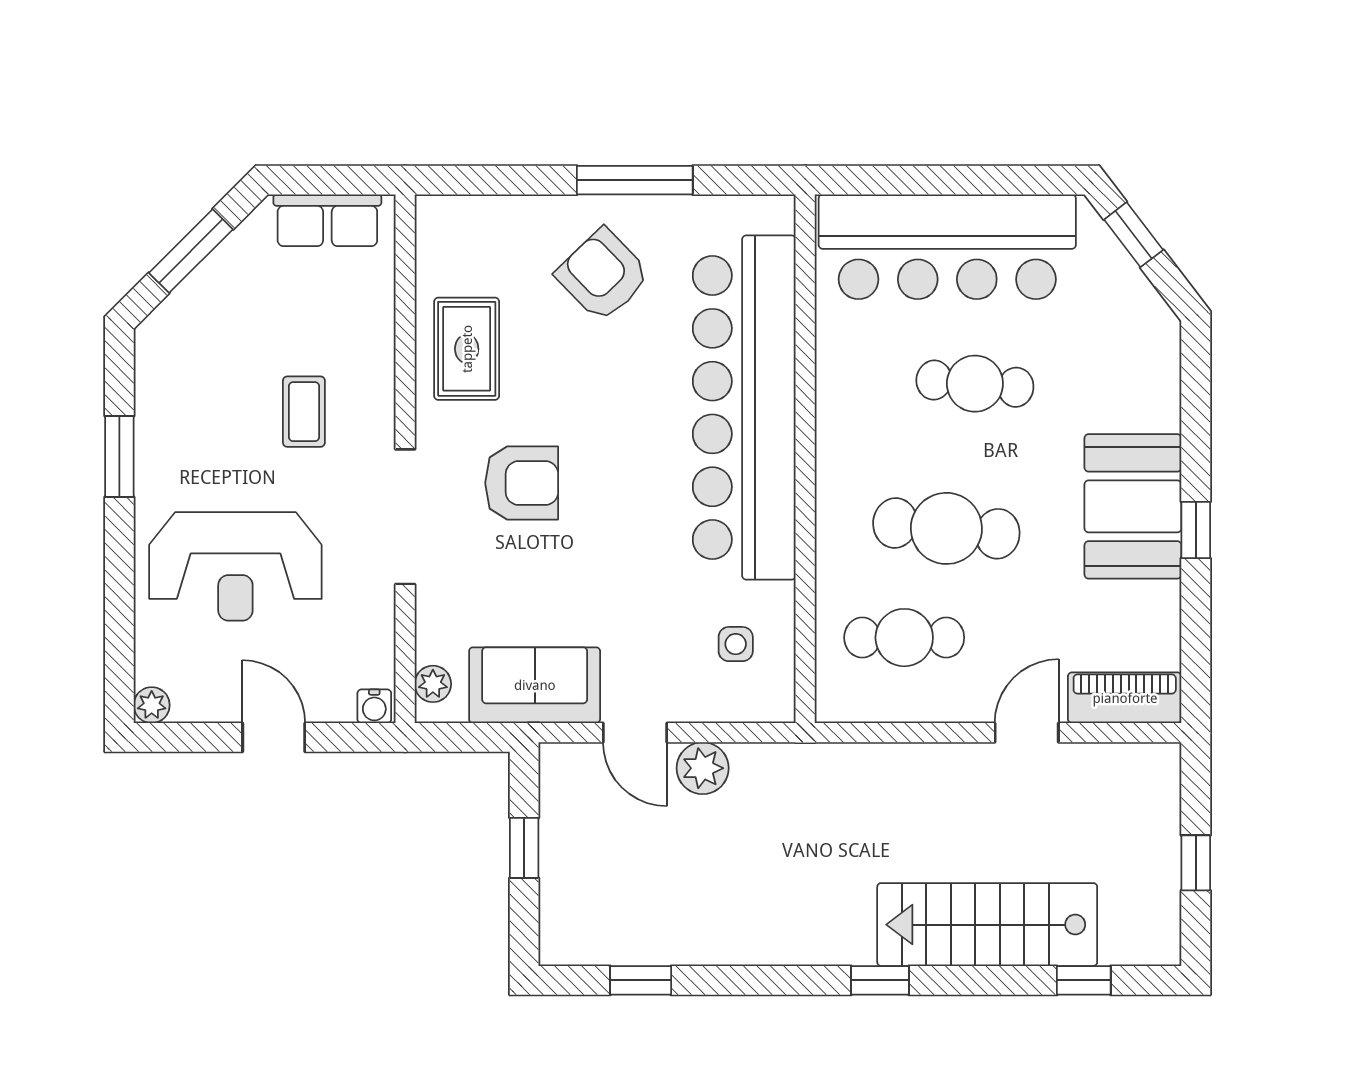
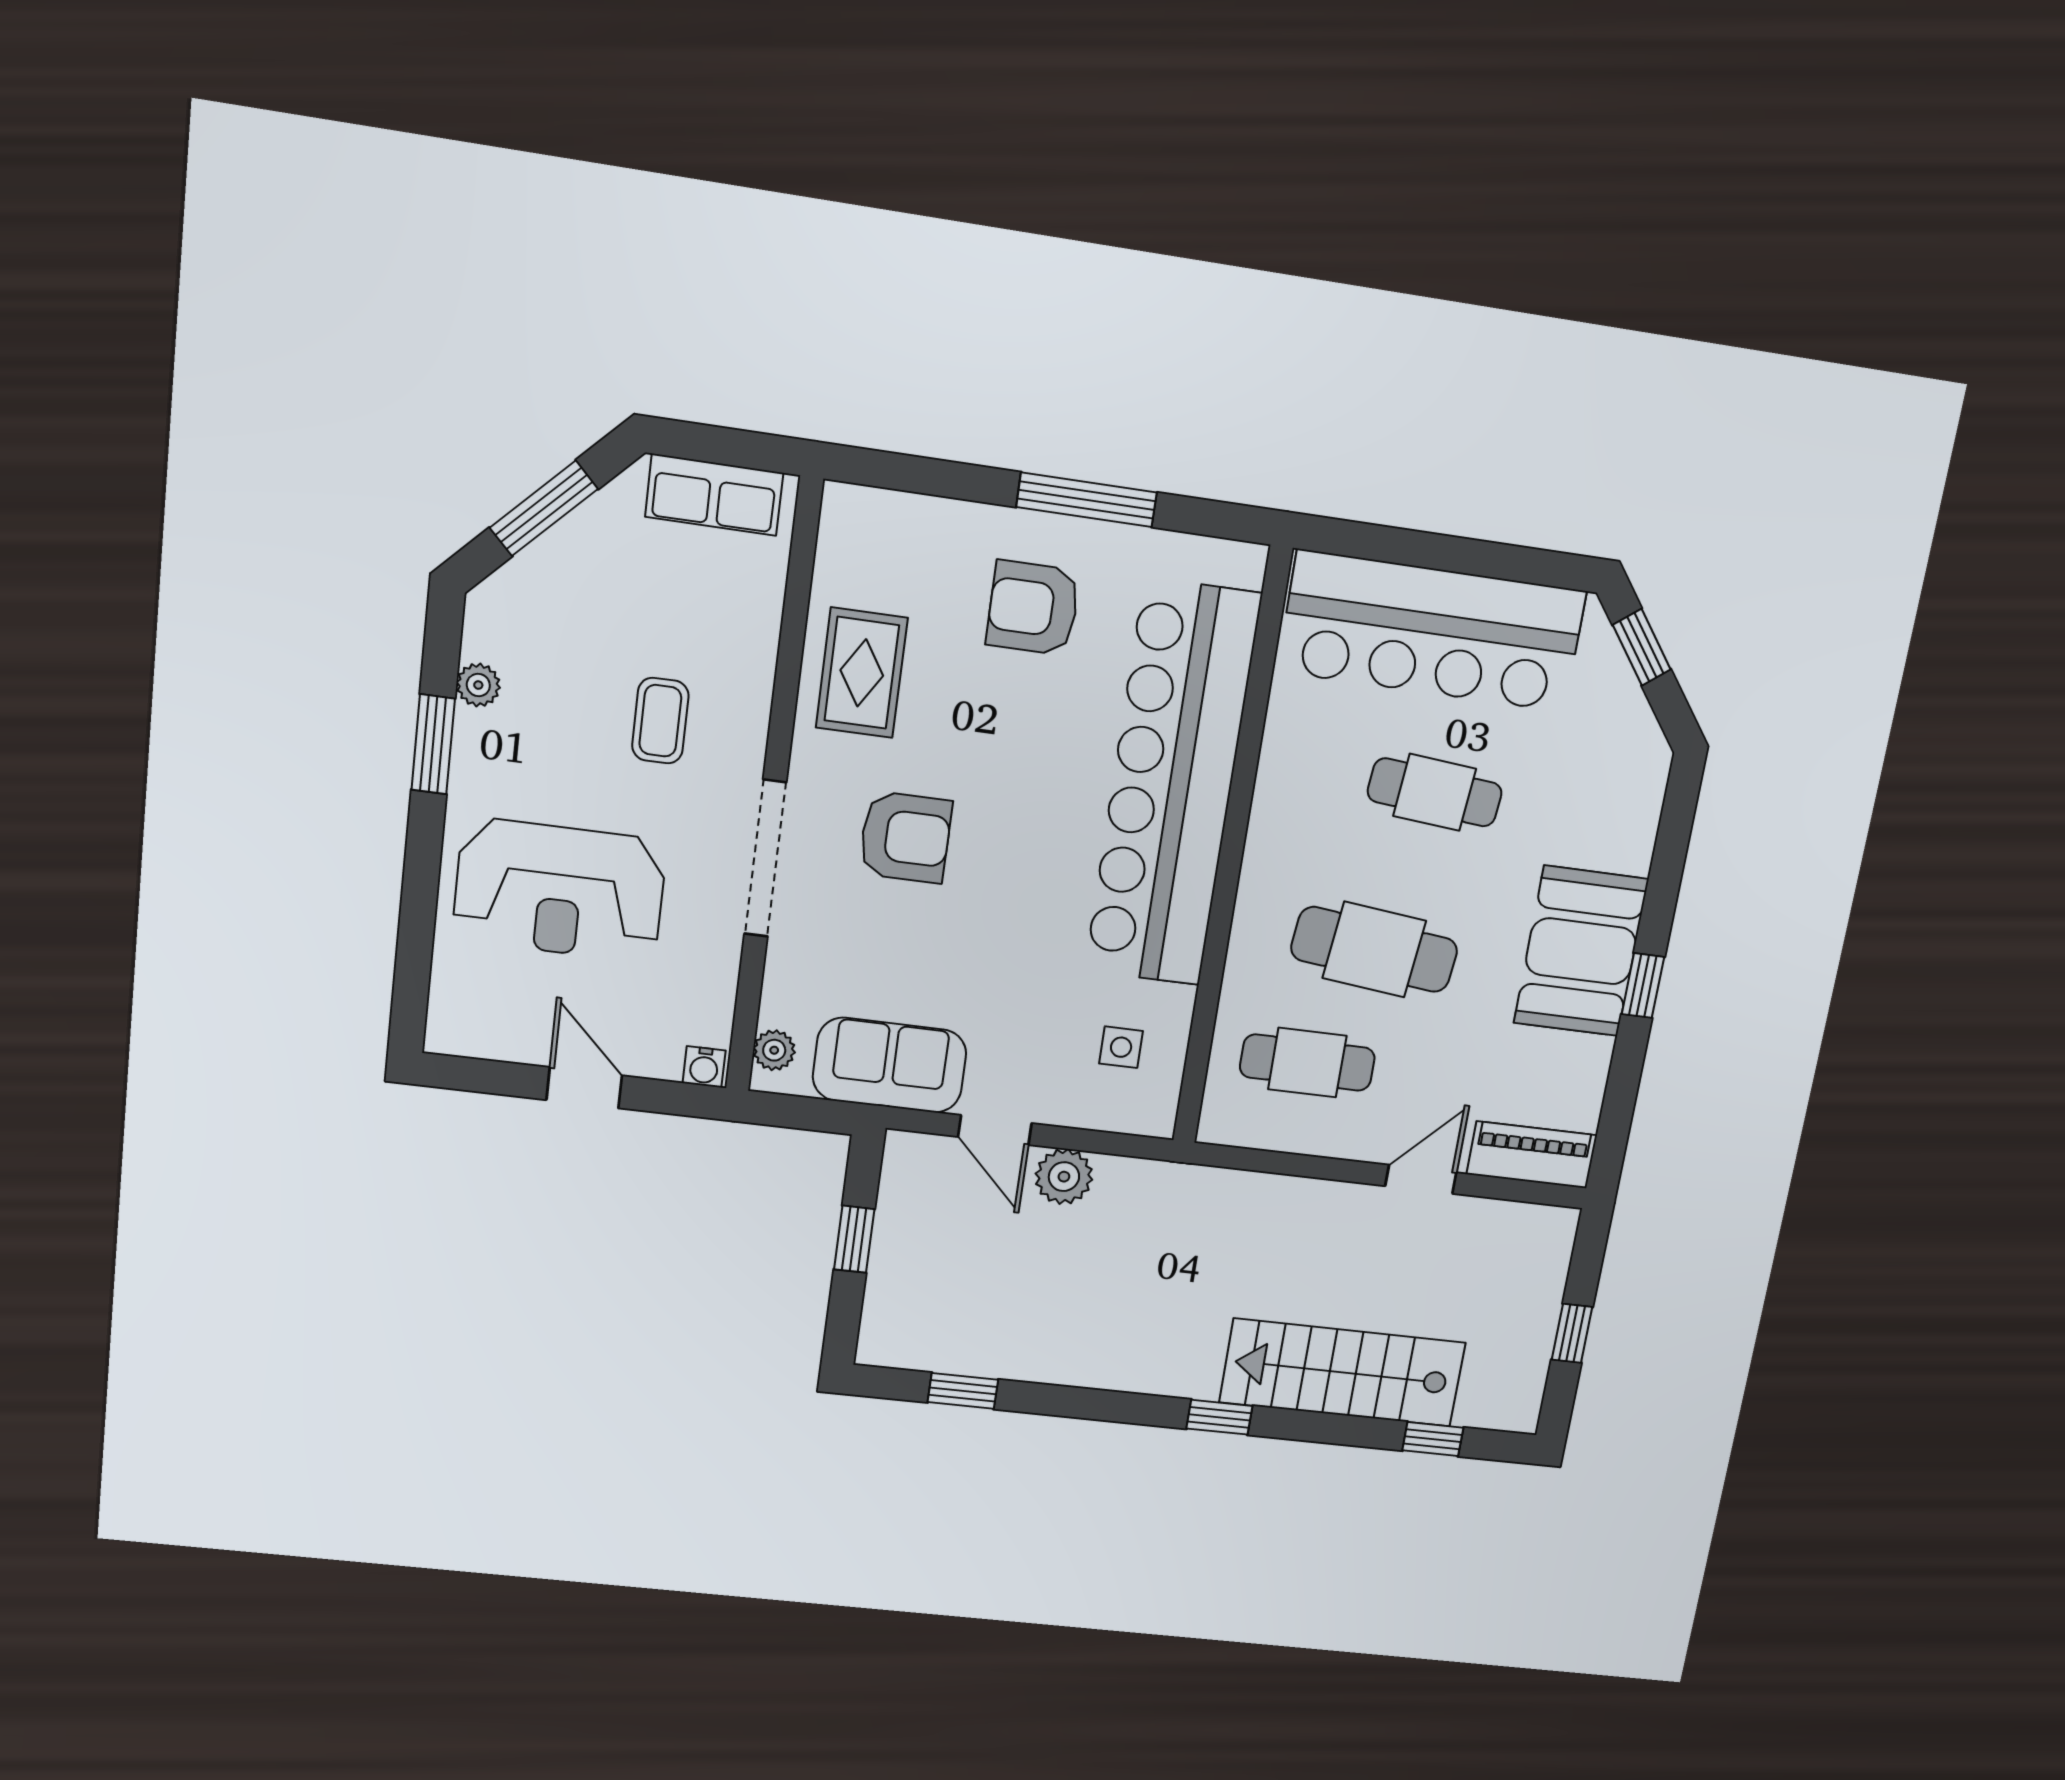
armchair: (603, 275) -> (1033, 608), turned -46
plant: (152, 705) -> (478, 685), moved

